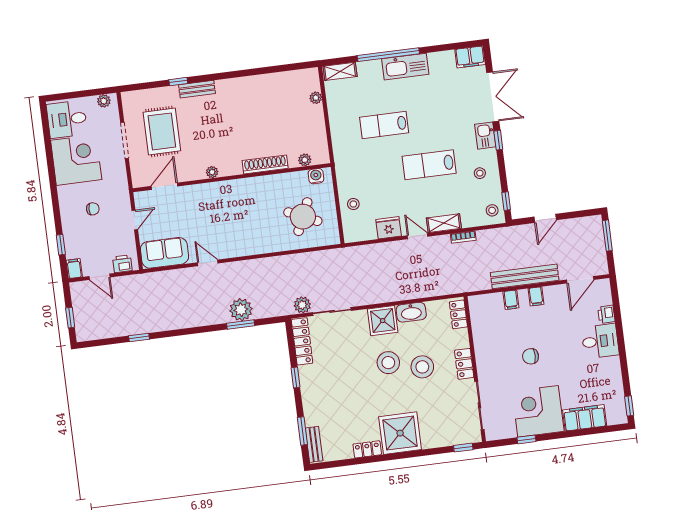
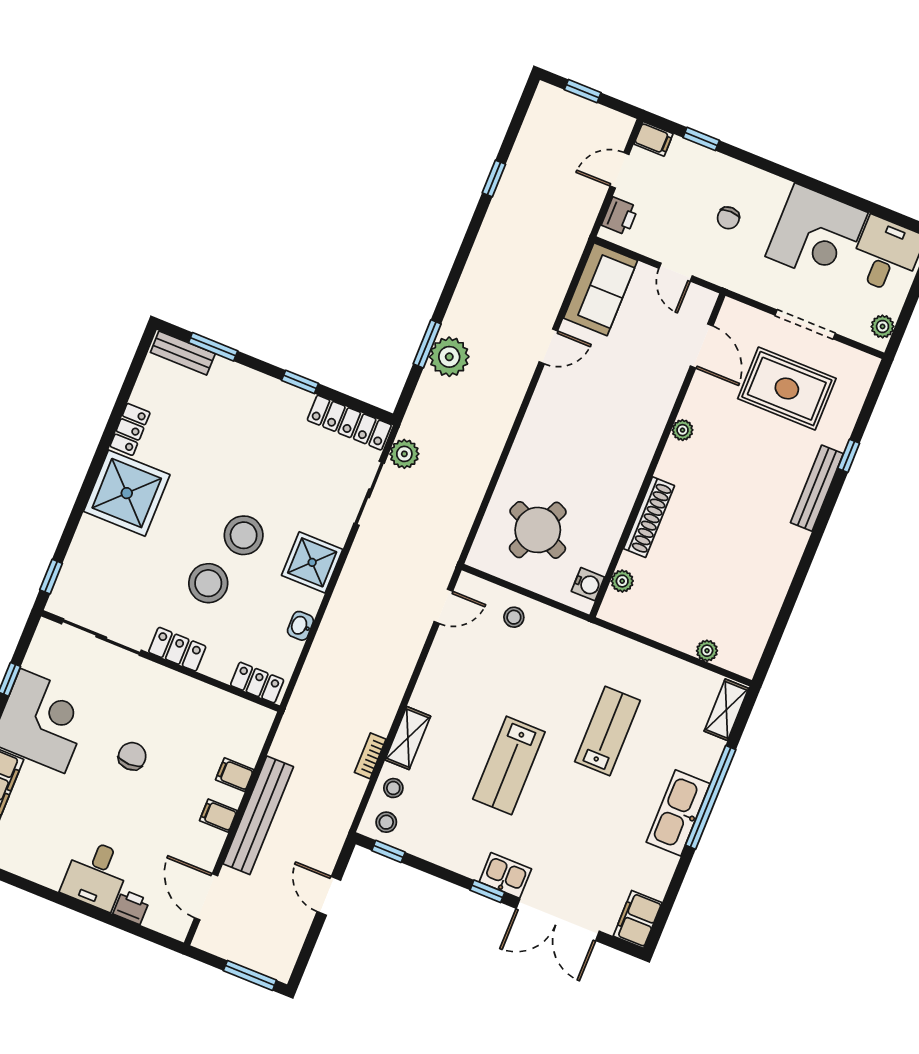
bench: (197, 89) -> (817, 488), width x1.36
lab bench: (429, 165) -> (509, 766), turned 180
stool: (480, 173) -> (393, 788), moved
fridge: (389, 228) -> (448, 650), removed
door: (417, 236) -> (443, 606), moved
washbasin: (411, 312) -> (300, 626), width x0.52, depth x0.69

